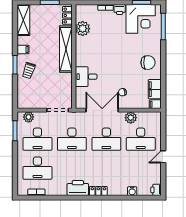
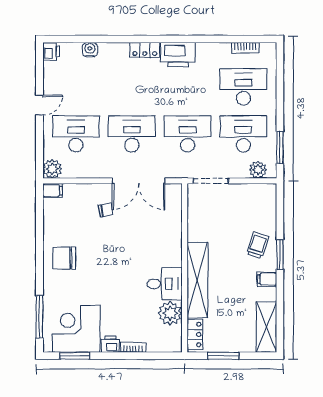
desk: (86, 77) -> (165, 284), moved
filing cabinet: (155, 89) -> (53, 215), removed
plant: (131, 118) -> (52, 169), moved

